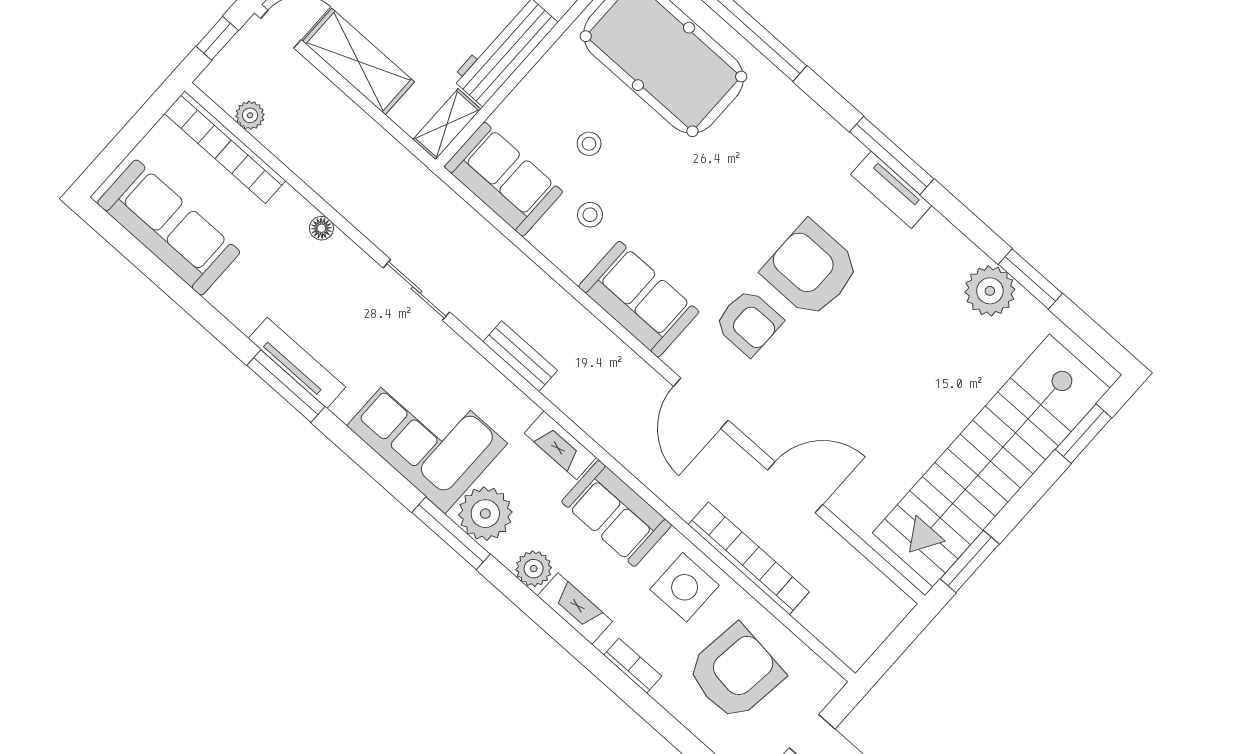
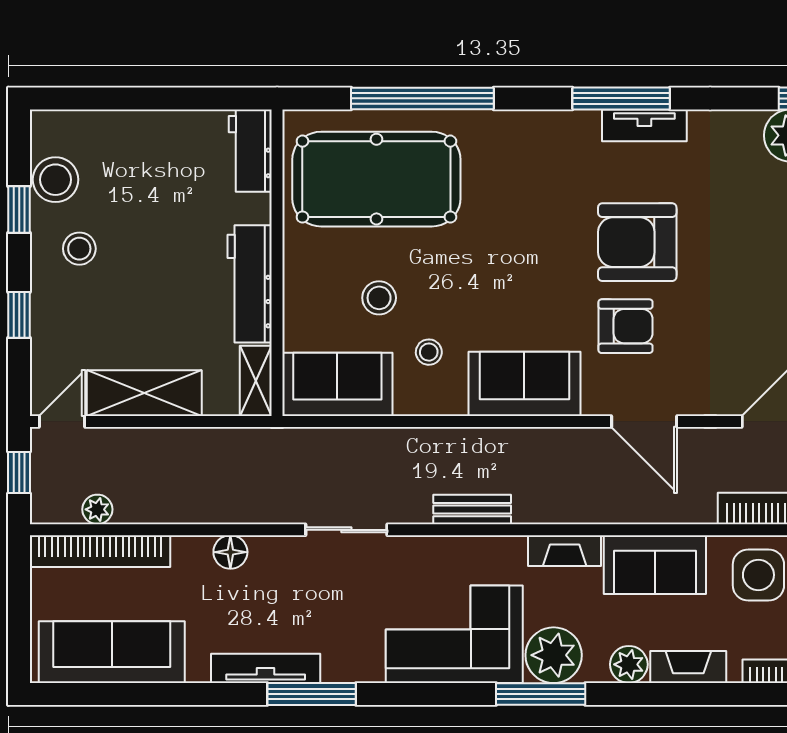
stool: (589, 144) -> (379, 298), width x1.37, depth x1.37
floor lamp: (321, 228) -> (230, 552), width x1.37, depth x1.37
tv unit: (297, 363) -> (266, 668), moved

